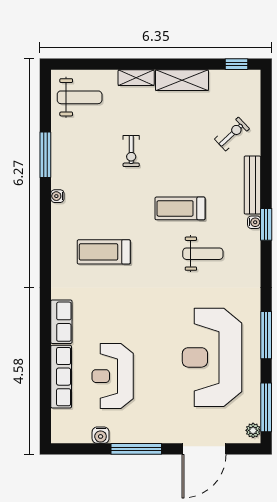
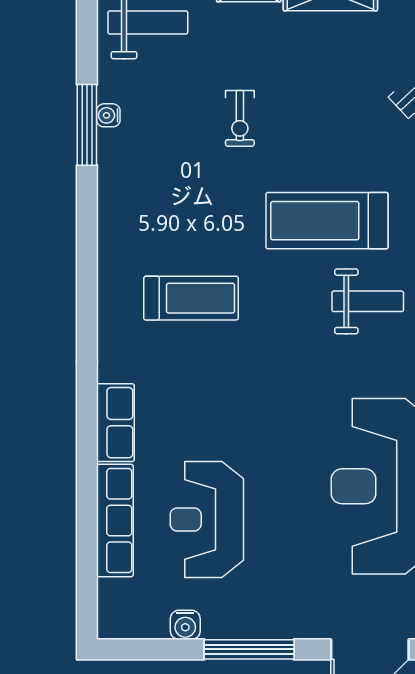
water cooler: (57, 196) -> (108, 115), moved
treadmill: (180, 208) -> (327, 221), width x1.37, depth x1.38
treadmill: (104, 252) -> (191, 298), turned 180

